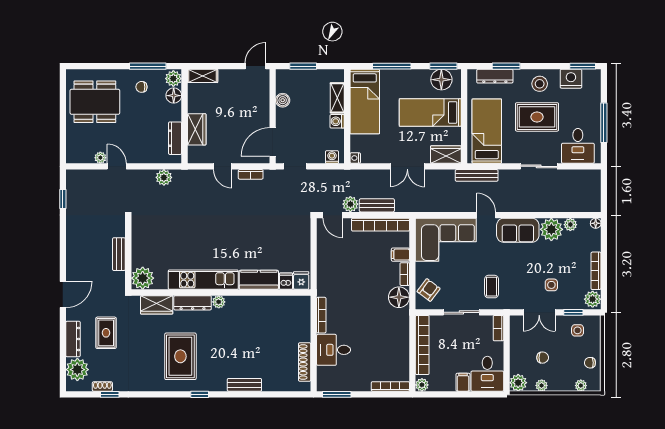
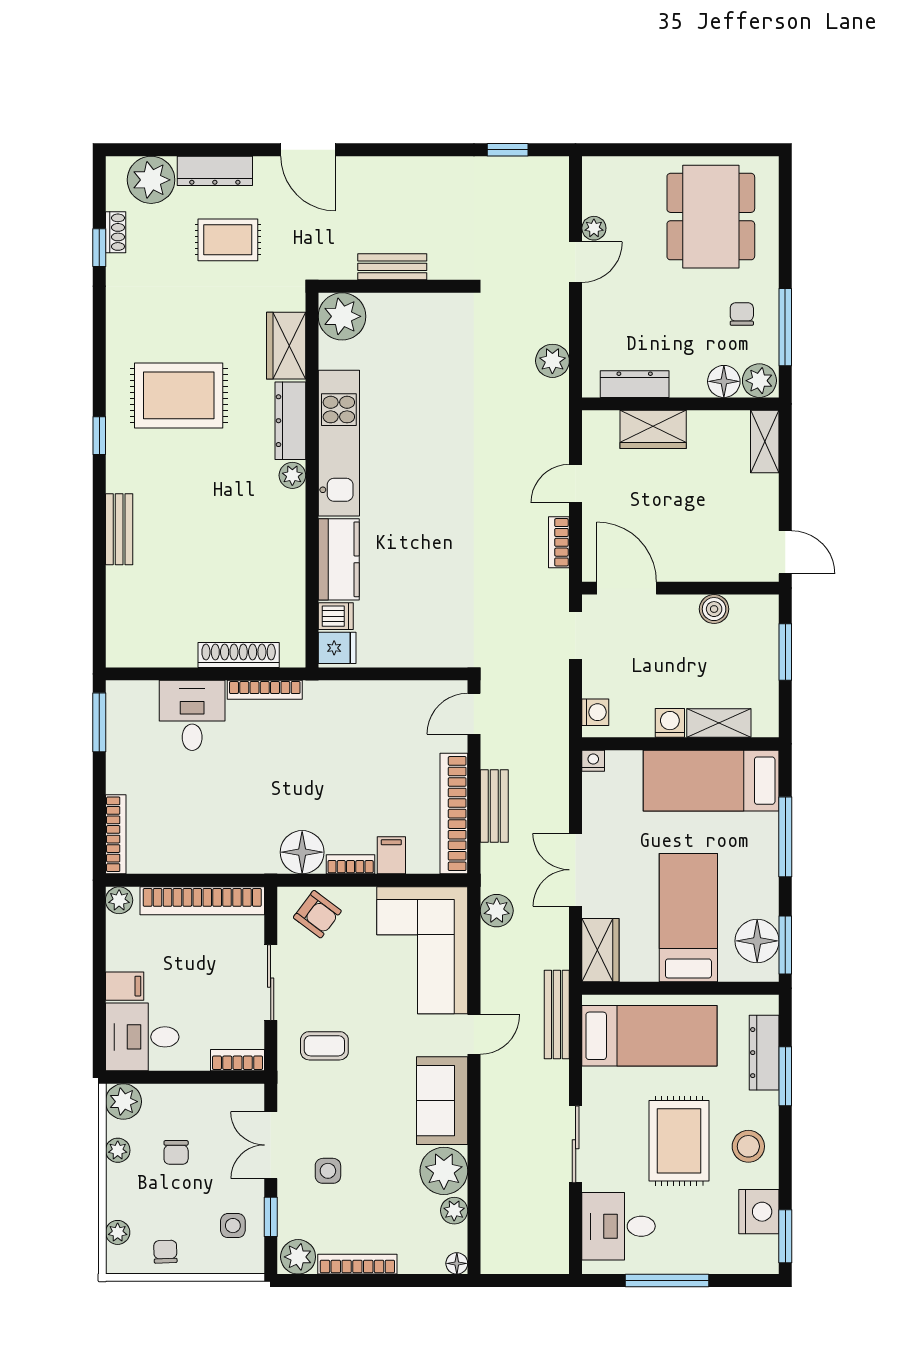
plant: (350, 204) -> (497, 911), moved
shoe rack: (305, 362) -> (239, 655), moved

